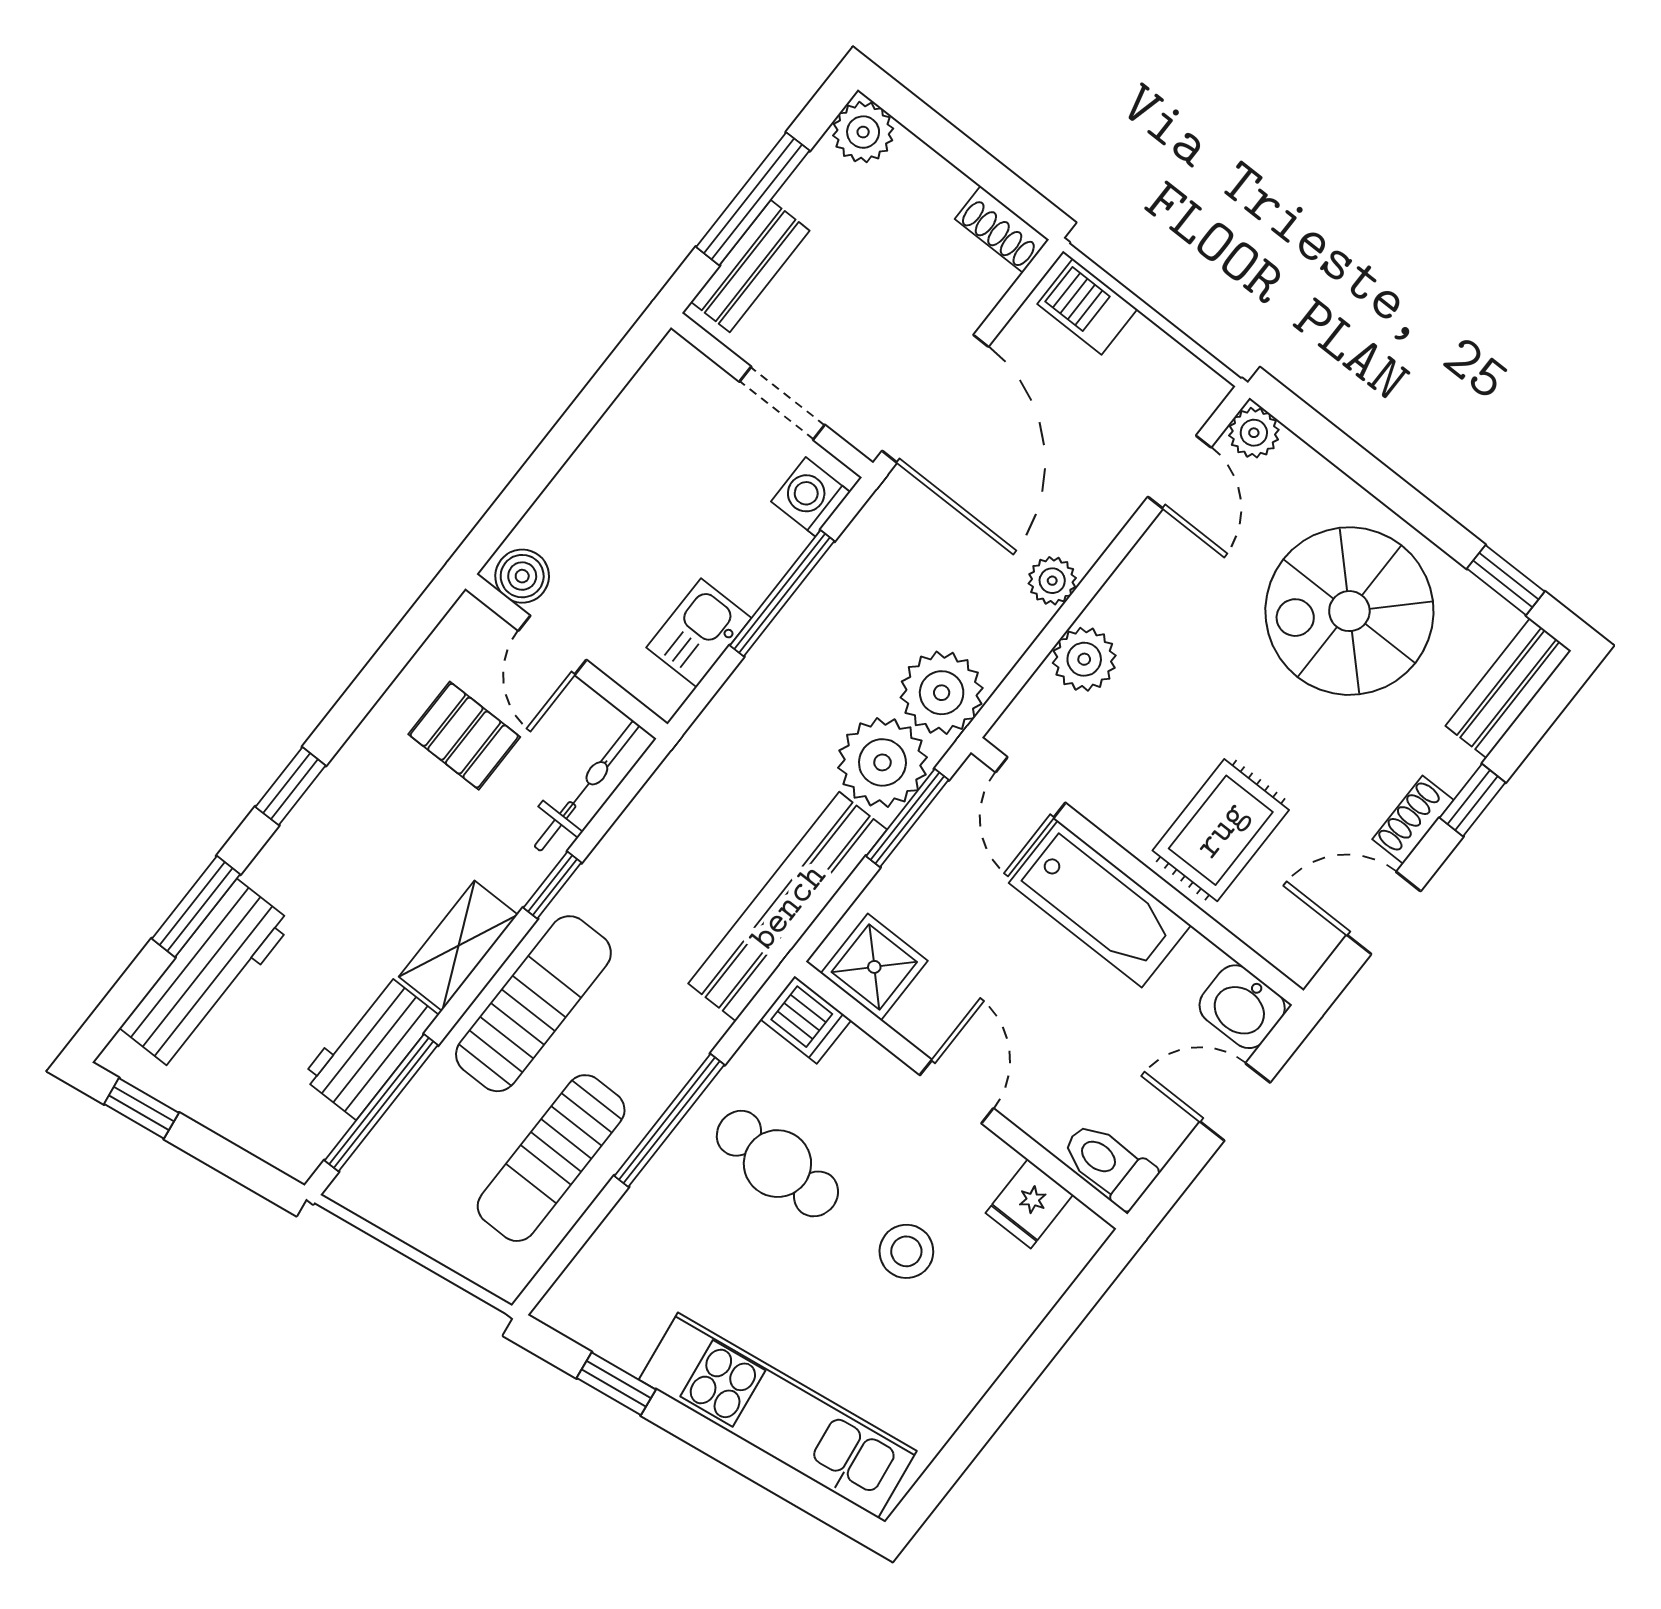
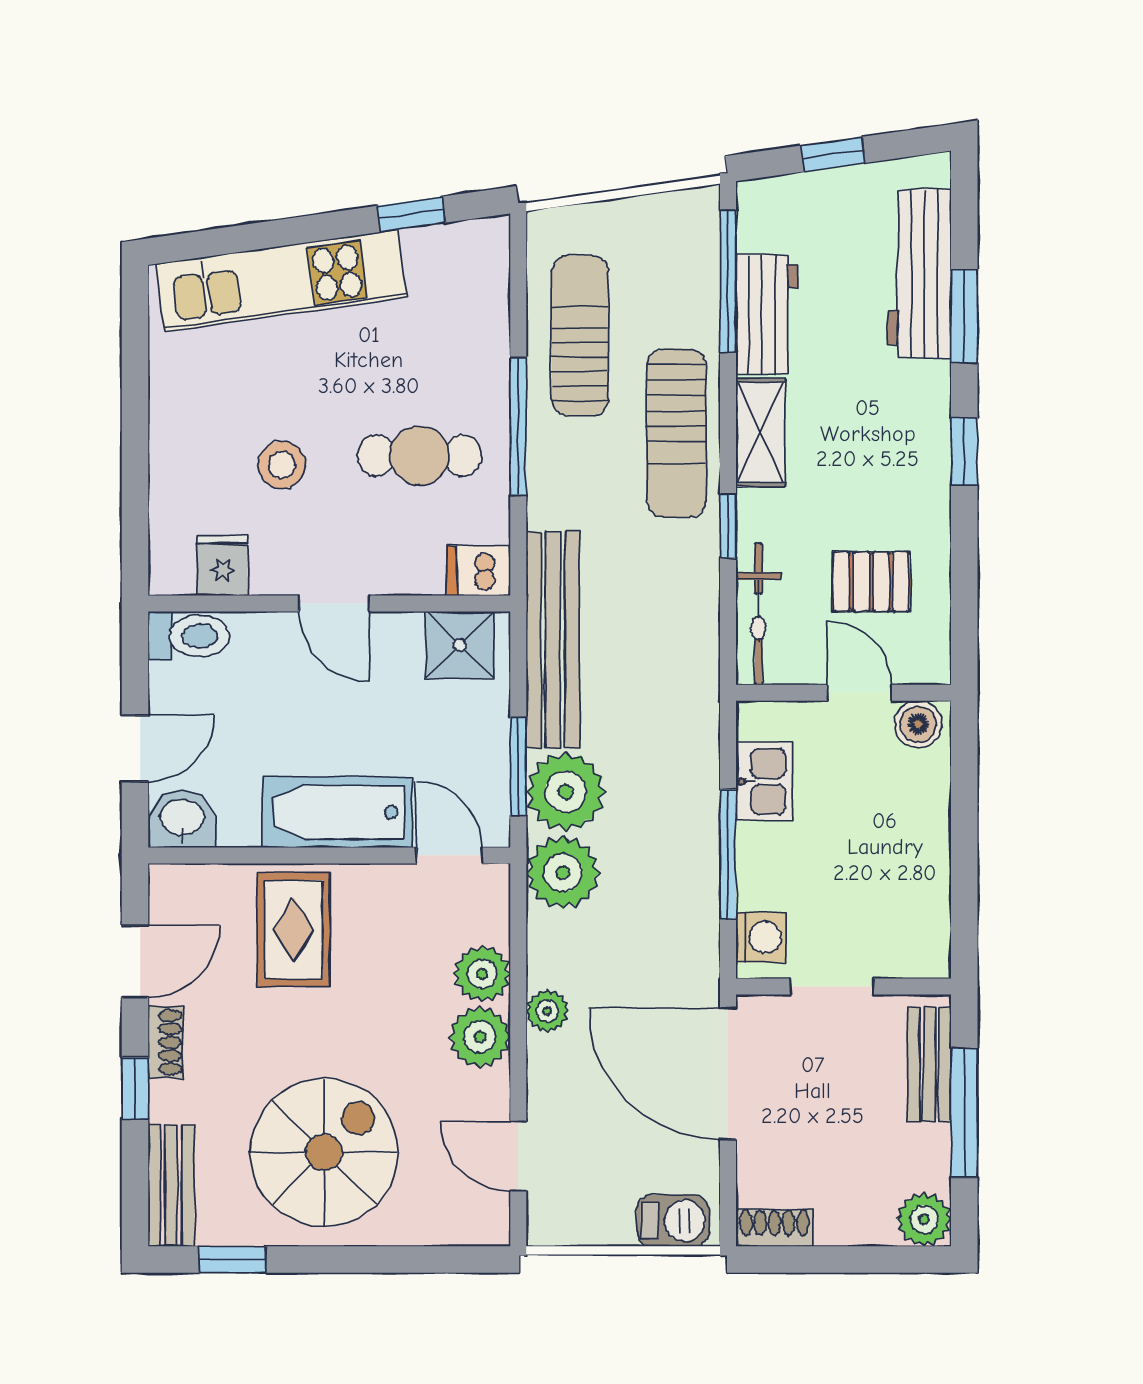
plant: (1254, 433) -> (480, 1037), moved, width x1.38, depth x1.38
window: (141, 1108) -> (833, 154), moved

